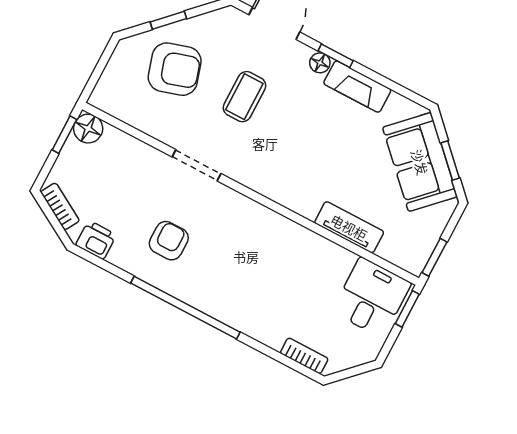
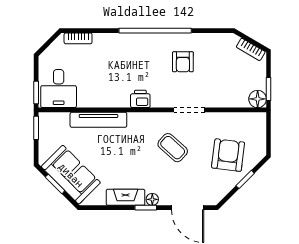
armchair: (175, 69) -> (228, 155), turned 114
coffee table: (244, 97) -> (173, 148), moved, turned -48
tv unit: (349, 227) -> (98, 120), width x1.41
printer: (96, 240) -> (140, 99), moved, turned 180

